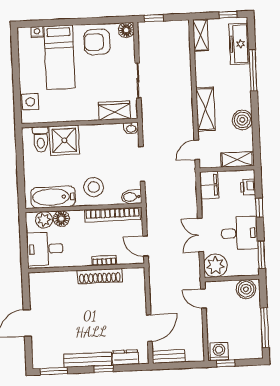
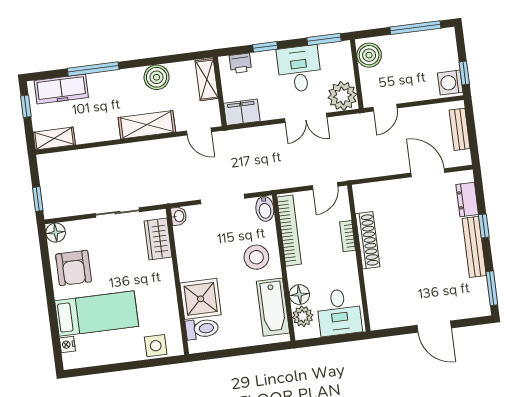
bench: (169, 357) -> (460, 129), moved

